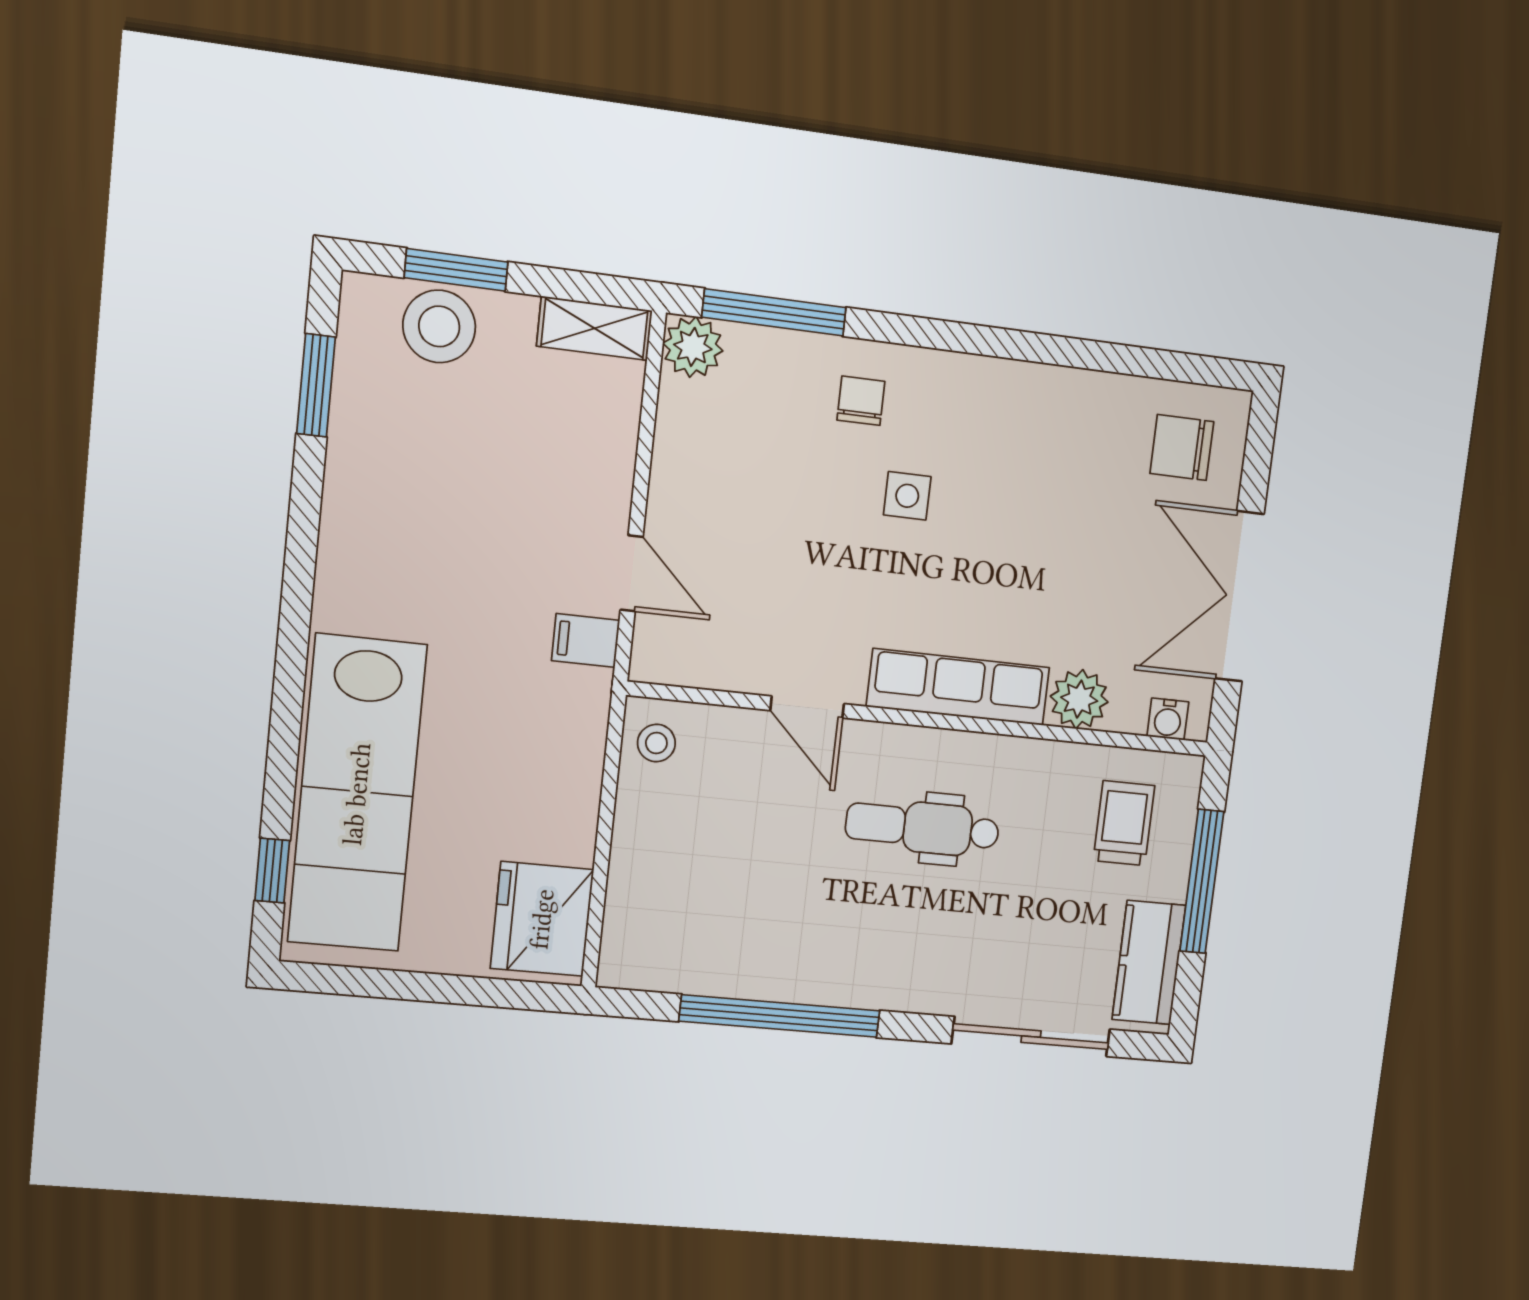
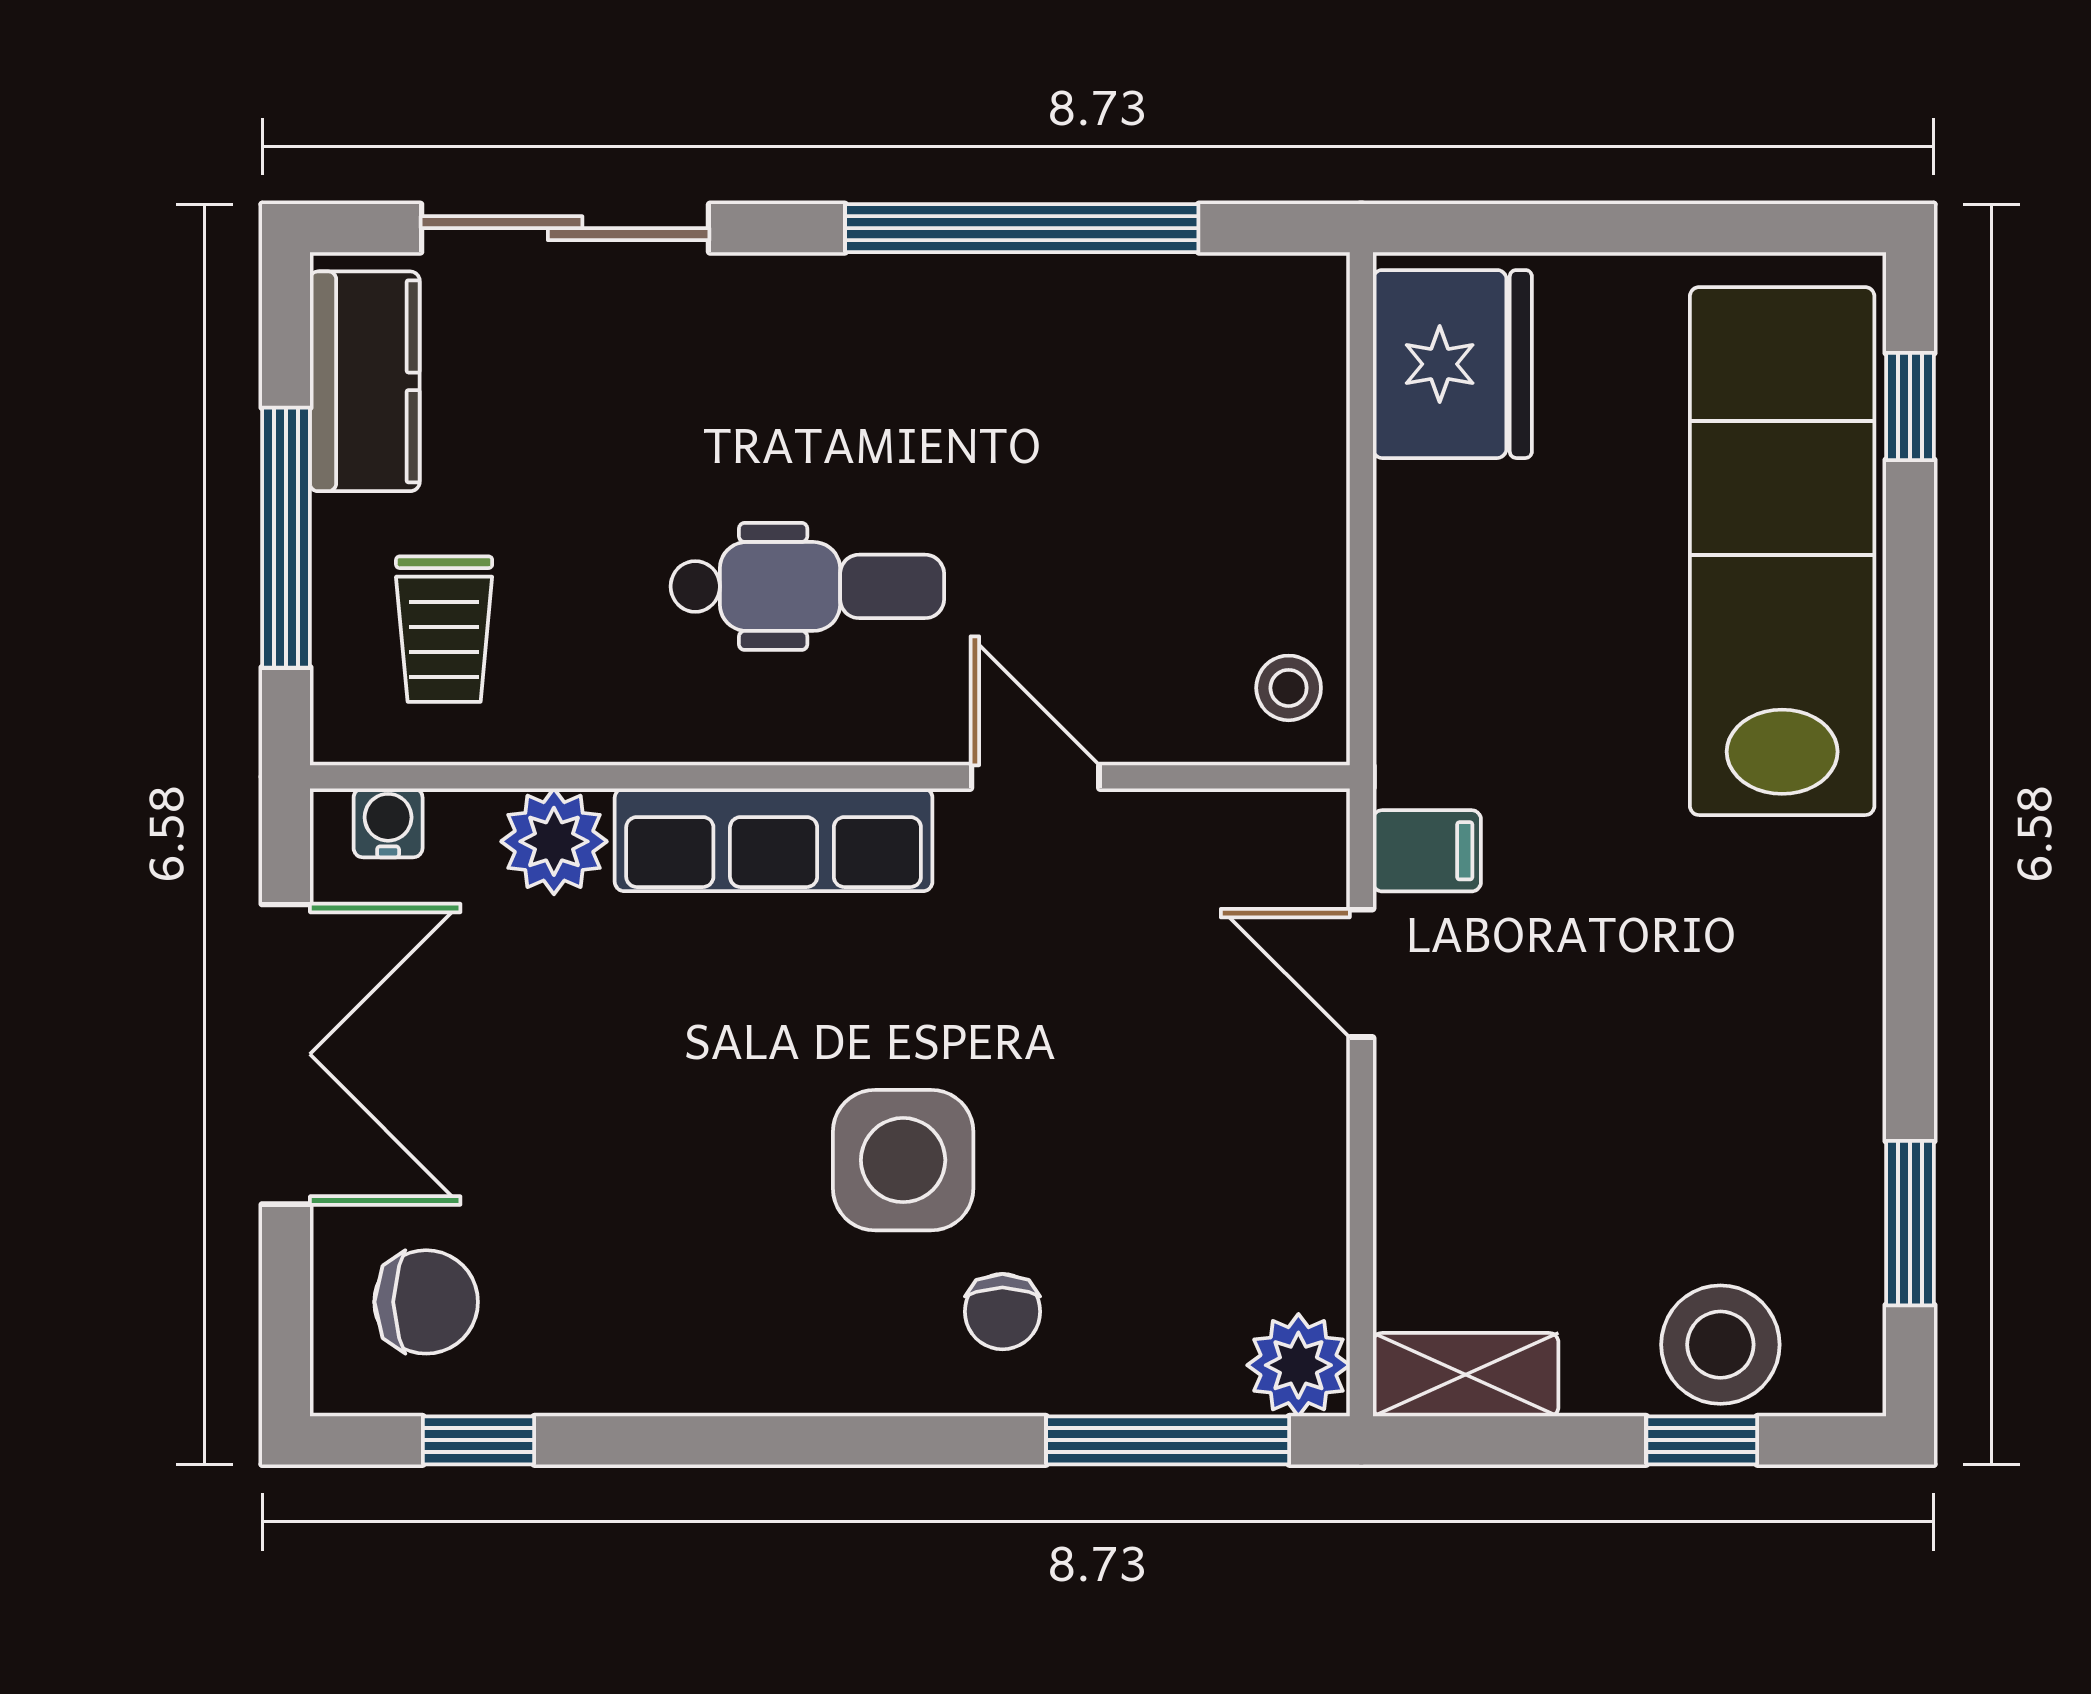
window: (456, 270) -> (1702, 1440), width x0.67
window: (1163, 365) -> (479, 1440), added
side table: (907, 496) -> (903, 1160), width x1.87, depth x1.87

